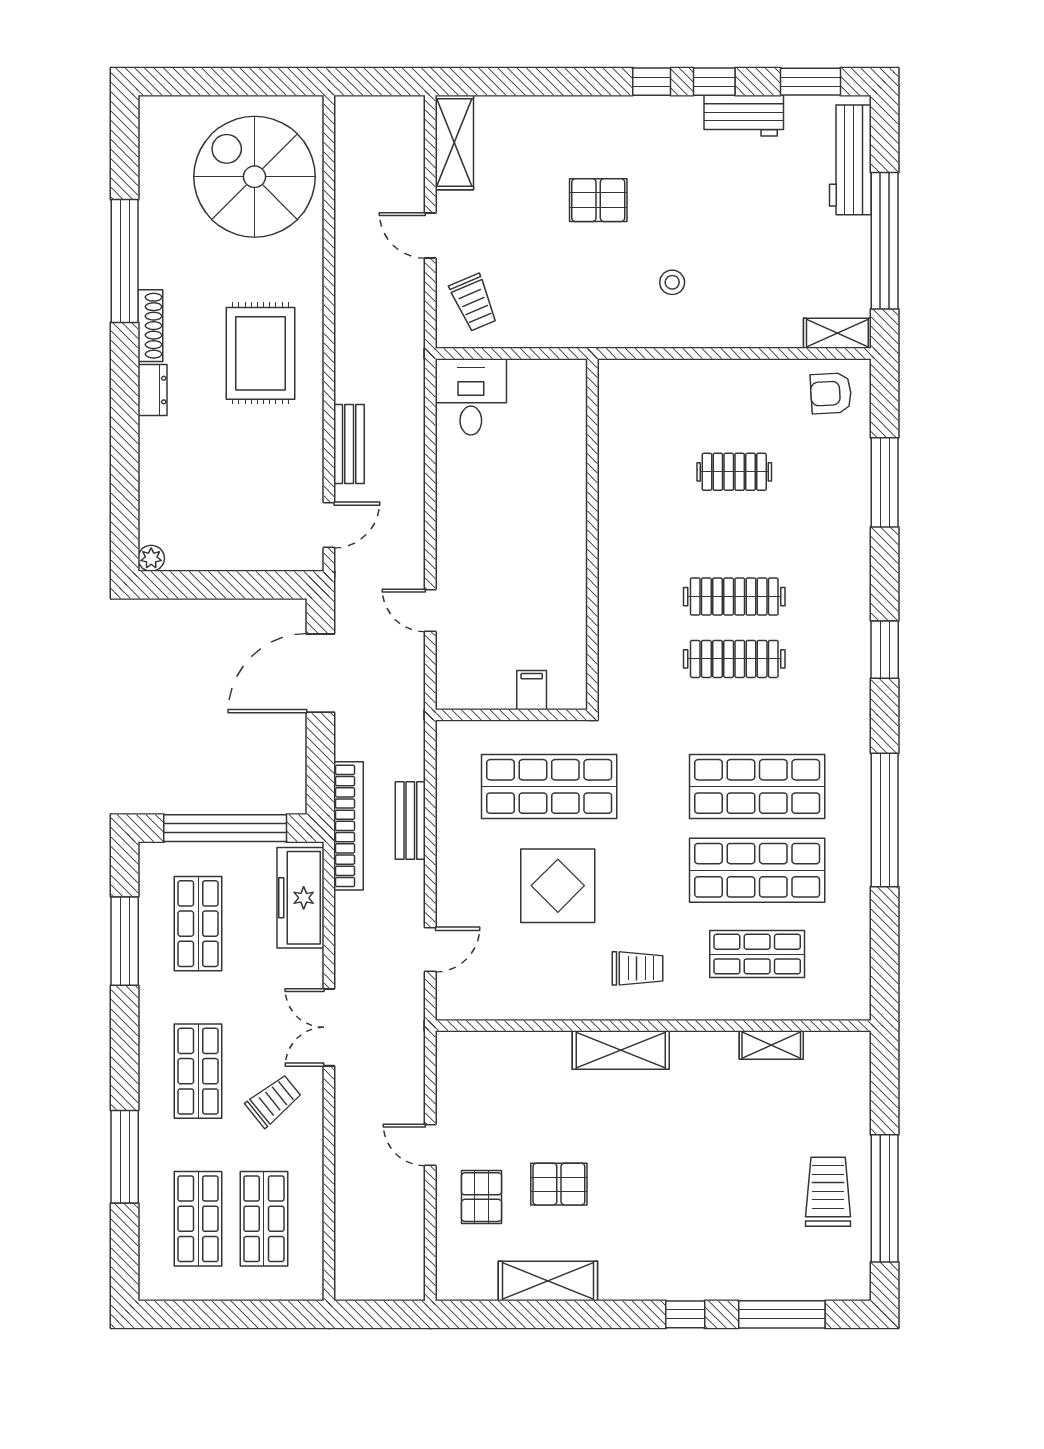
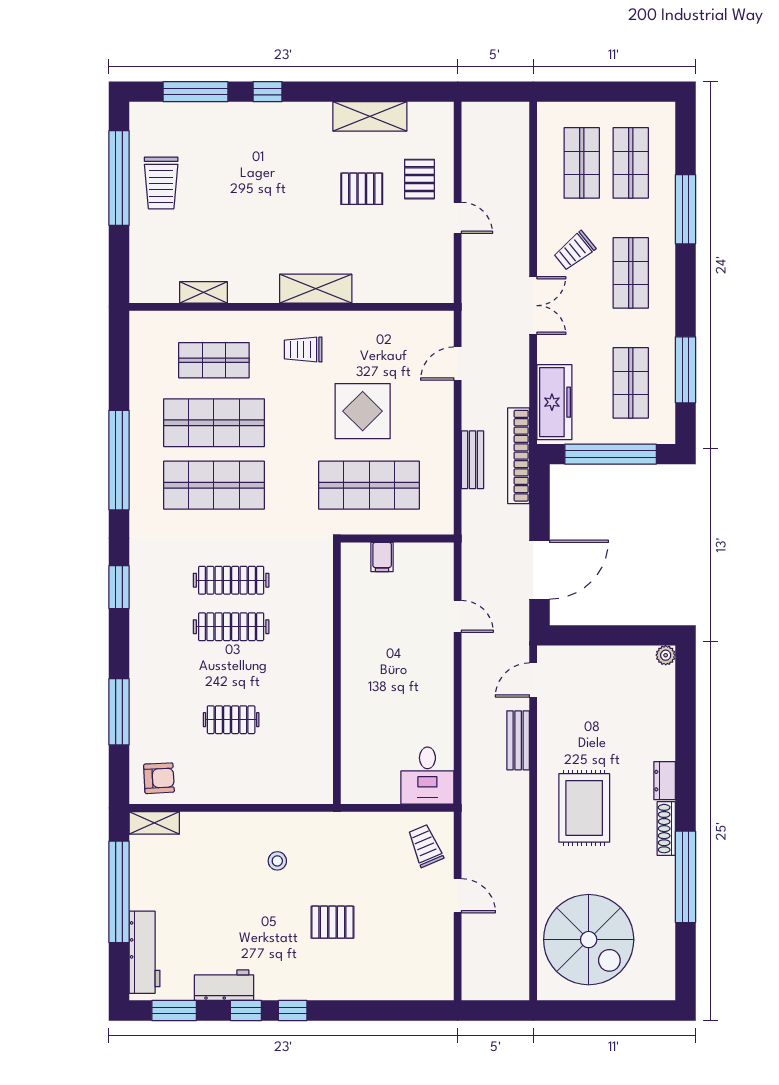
shelving: (454, 143) -> (440, 965), removed

